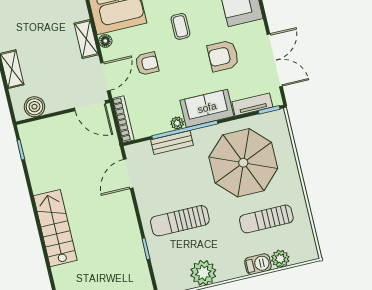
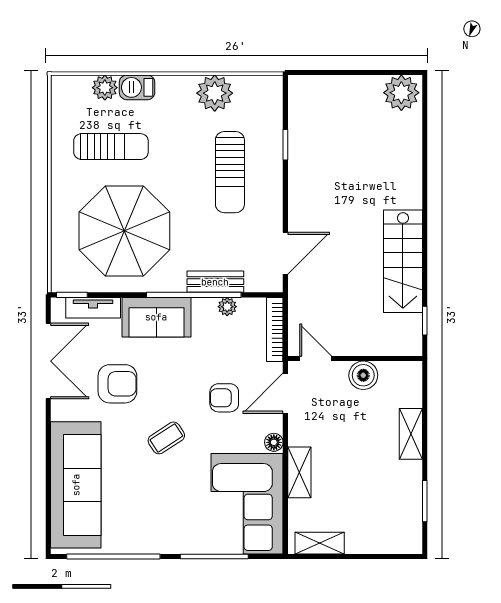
coffee table: (180, 26) -> (166, 438), turned 57
shelving: (86, 39) -> (299, 472), moved
double door: (275, 60) -> (48, 361), swing flipped
door: (90, 106) -> (316, 359), width x0.73
boiler: (34, 107) -> (363, 375), moved
plant: (177, 123) -> (227, 307), moved
sun lounger: (180, 221) -> (230, 172), turned 90
stairs: (55, 228) -> (403, 261), moved

